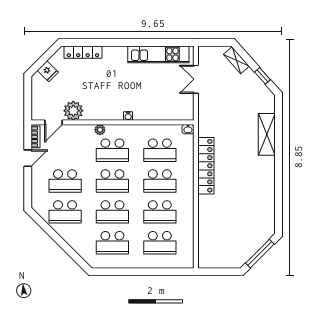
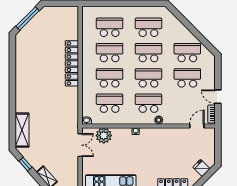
double door: (196, 79) -> (80, 145), moved
plant: (73, 111) -> (104, 136), moved
shelving: (267, 134) -> (22, 130), moved
door: (28, 158) -> (218, 97), hinge flipped
locker: (206, 166) -> (72, 63), moved

